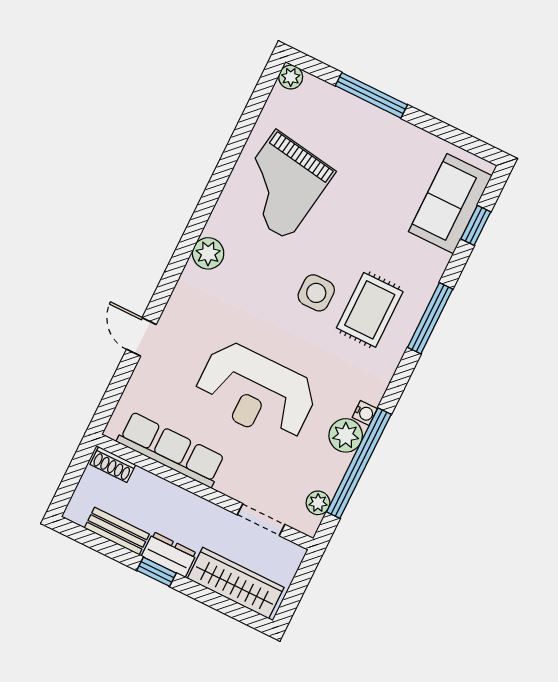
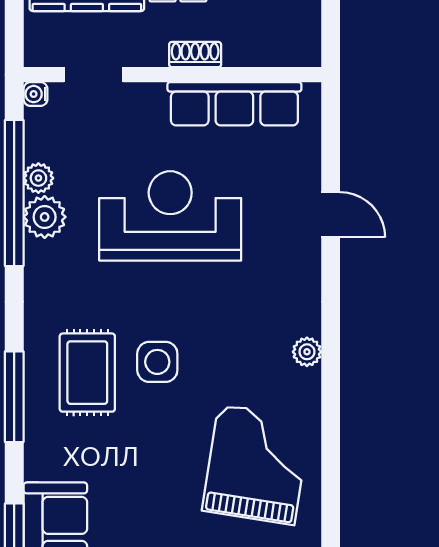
plant: (208, 253) -> (307, 352), width x0.73, depth x0.73
water cooler: (365, 413) -> (35, 94), moved
shoe rack: (113, 464) -> (195, 55), moved
plant: (318, 503) -> (38, 178), moved

